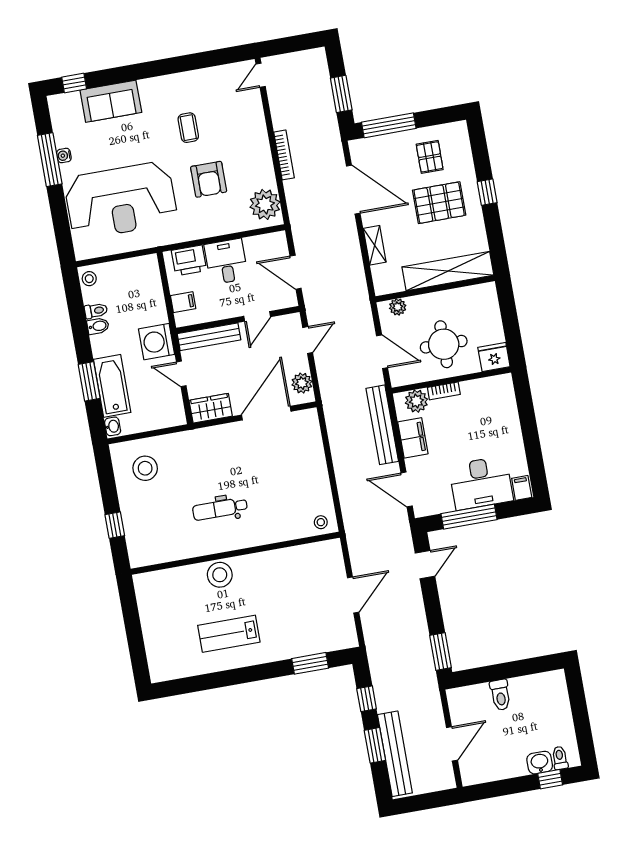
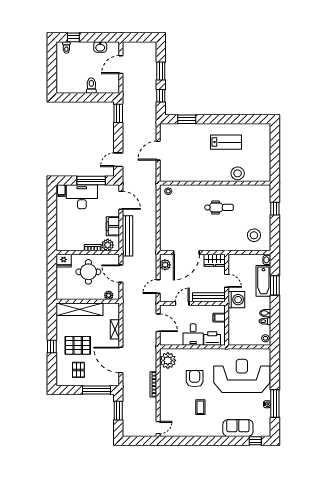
stool: (220, 575) -> (238, 173), moved
bench: (395, 754) -> (151, 65), removed
washbasin: (540, 763) -> (100, 47), moved

